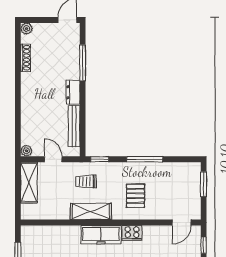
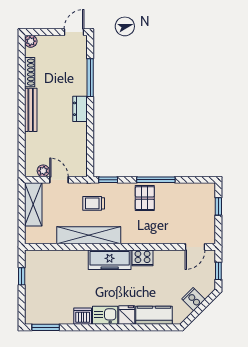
bench: (74, 126) -> (31, 110), moved
plant: (26, 151) -> (43, 171), moved
window: (204, 184) -> (218, 206), width x0.67
pallet: (136, 196) -> (145, 198), moved
shelving: (91, 212) -> (89, 235), width x1.47

